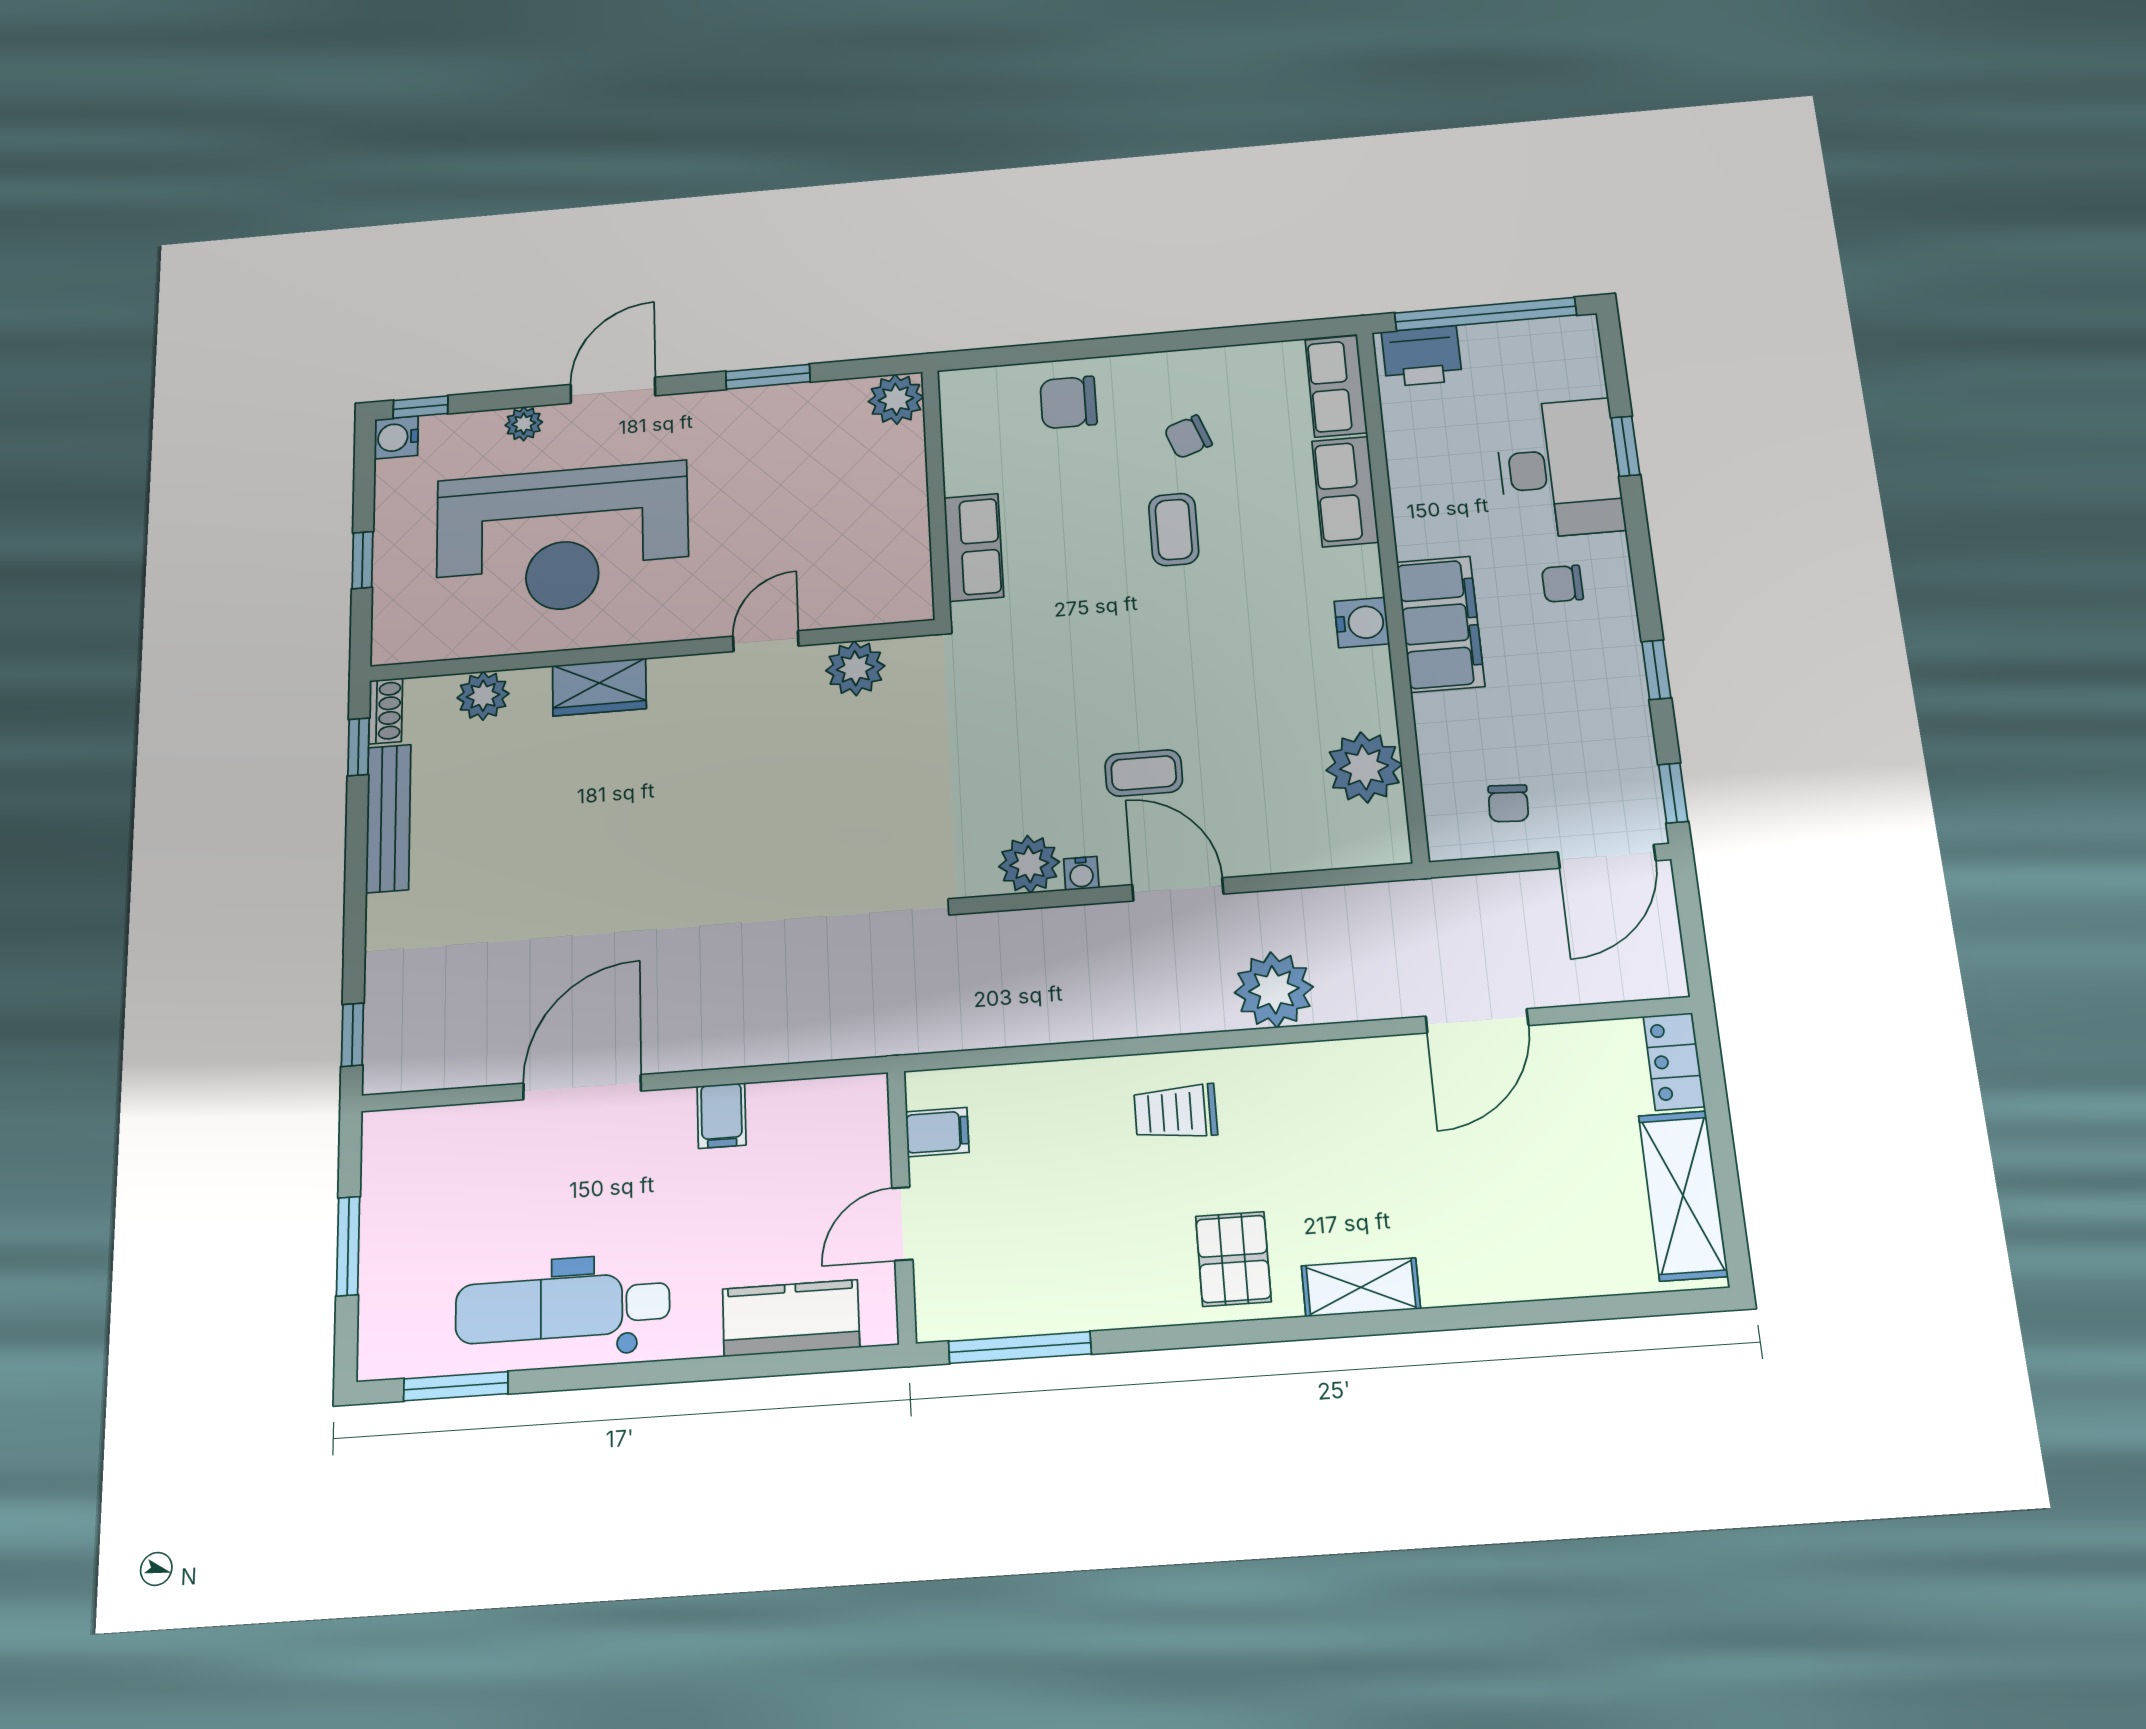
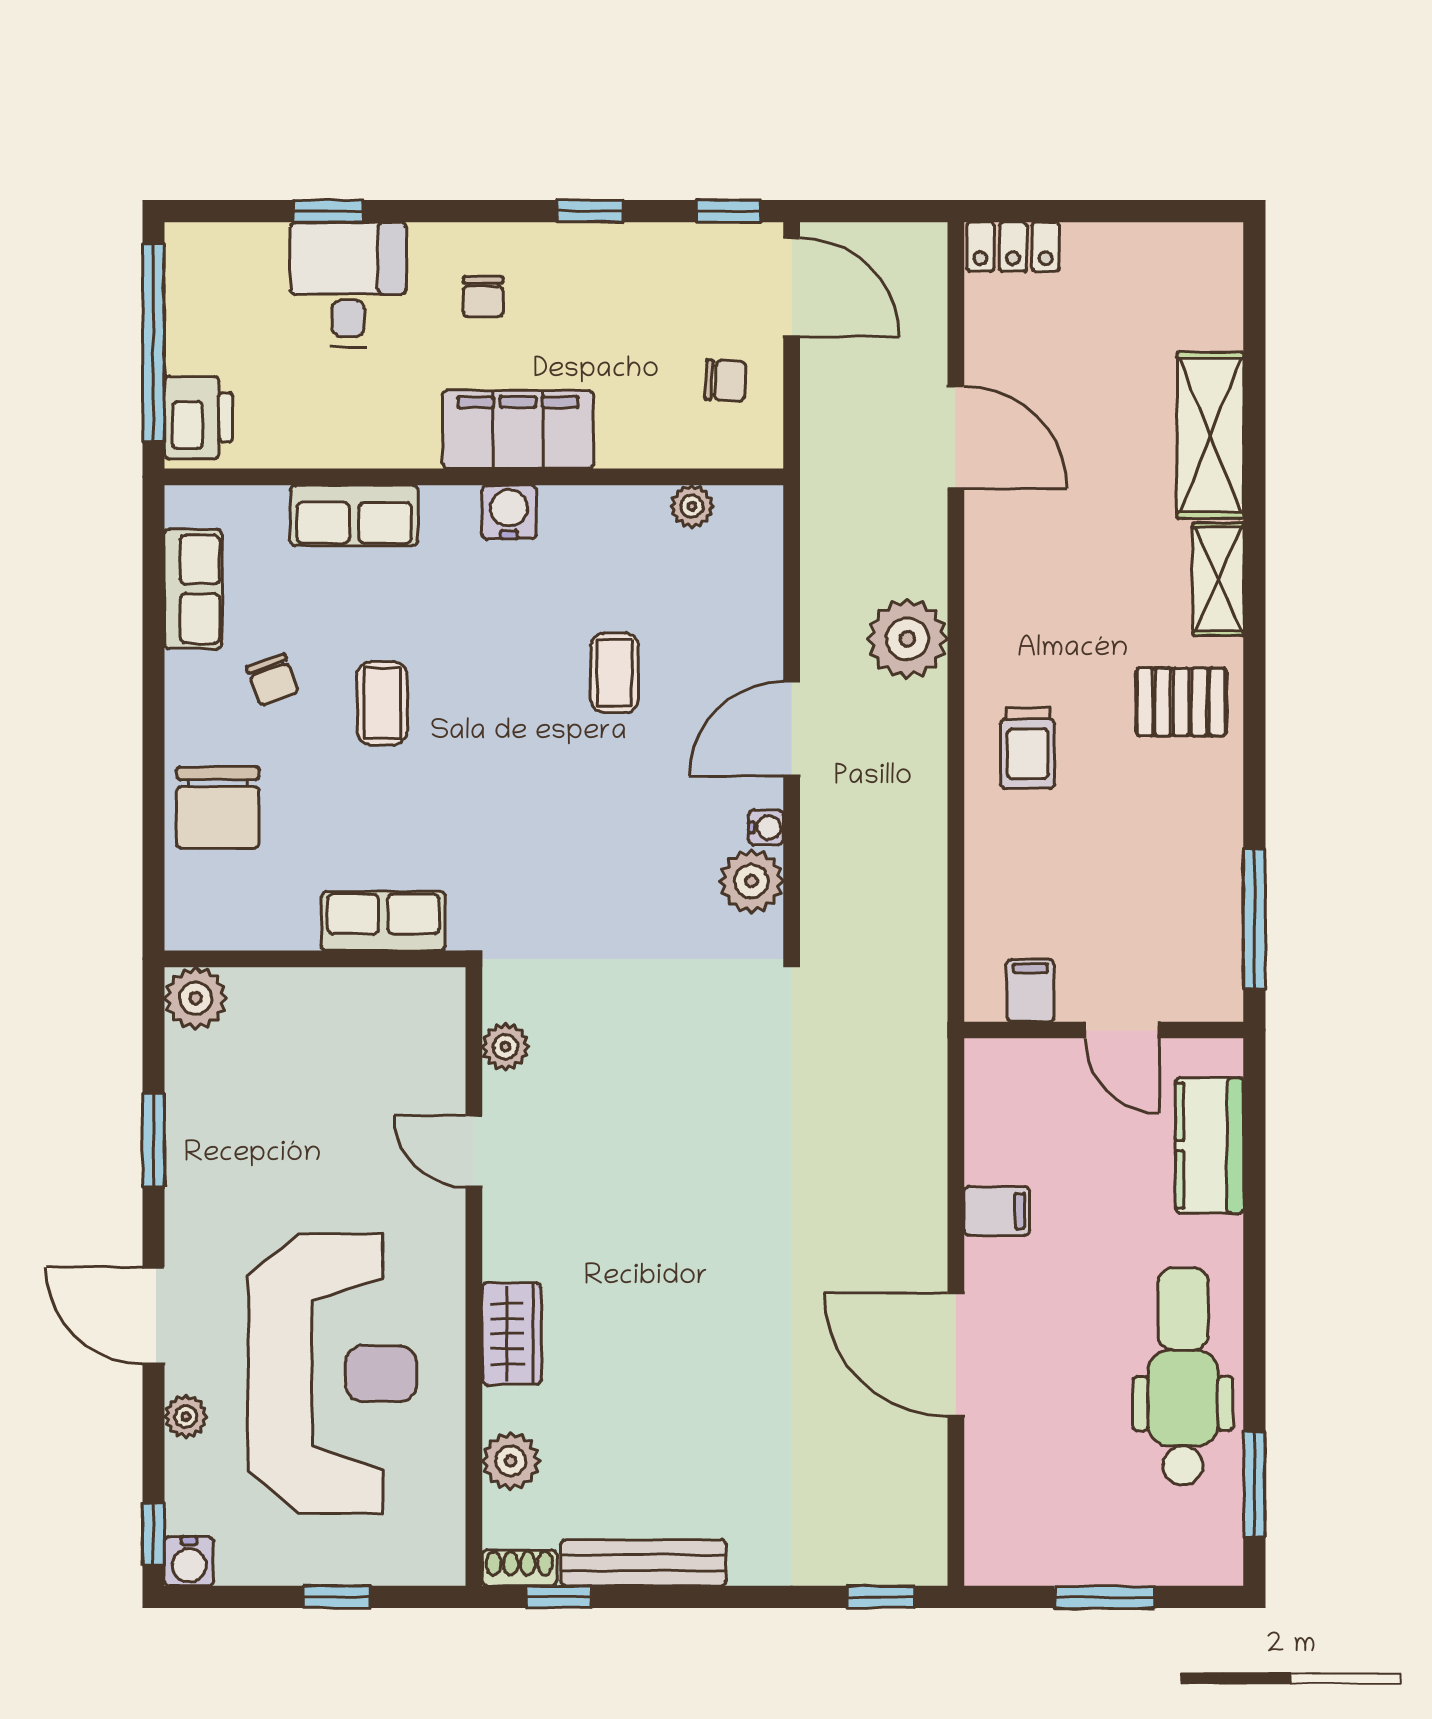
row of seats: (1336, 386) -> (193, 589), moved, turned -90
chair: (1068, 402) -> (218, 808), width x1.37, depth x1.37
desk: (1559, 468) -> (348, 285), width x0.73
coffee table: (1174, 530) -> (382, 703), turned 90
plant: (855, 668) -> (505, 1047), width x0.73, depth x0.73
plant: (1364, 767) -> (692, 506), width x0.53, depth x0.53
coffee table: (1144, 773) -> (615, 673), moved
shelving: (1683, 1196) -> (1210, 435), moved, turned 90
dental chair: (562, 1308) -> (1183, 1376), turned 180

